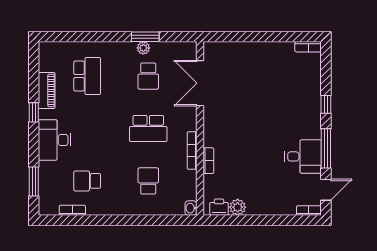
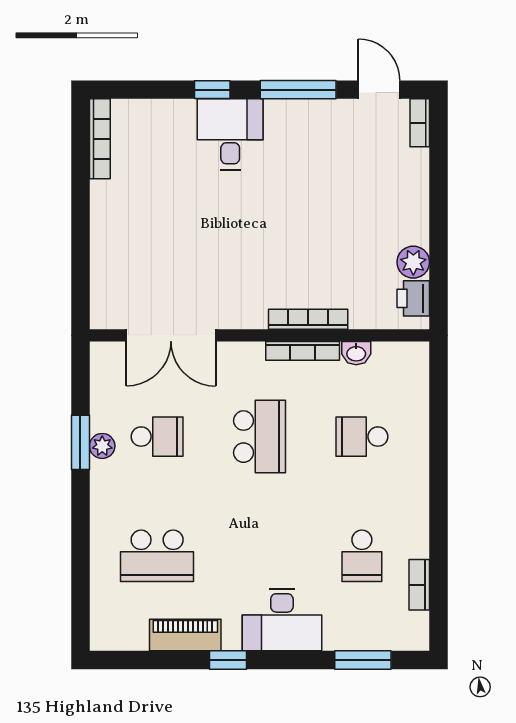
bookcase: (308, 47) -> (100, 139), width x1.56
school desk: (87, 76) -> (157, 556), turned 180
desk: (303, 156) -> (230, 134), moved
bookcase: (208, 161) -> (308, 319), width x1.56
washbasin: (191, 208) -> (356, 353), moved

